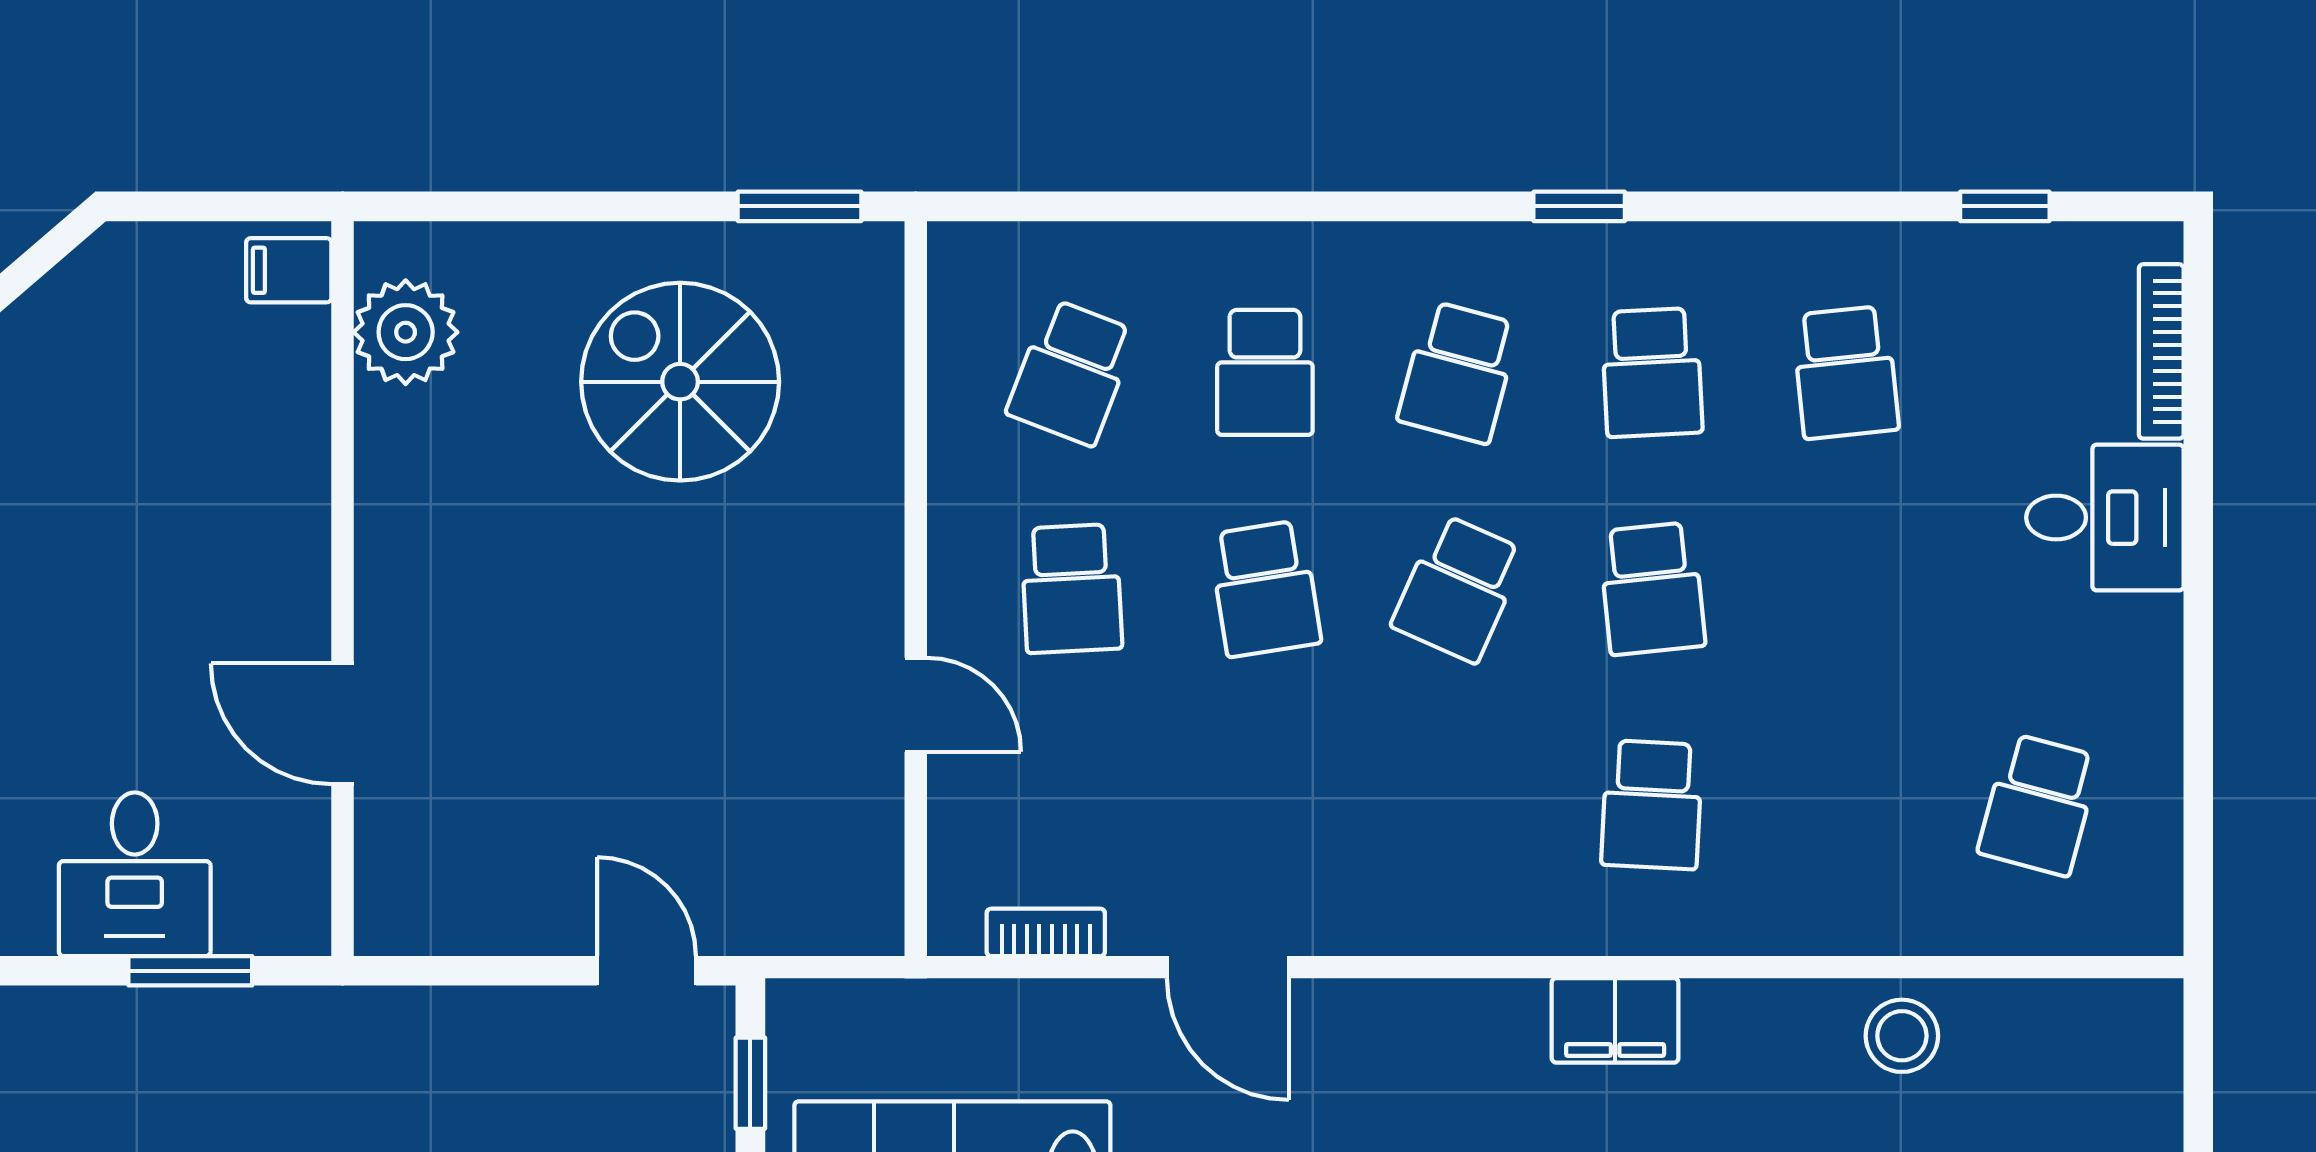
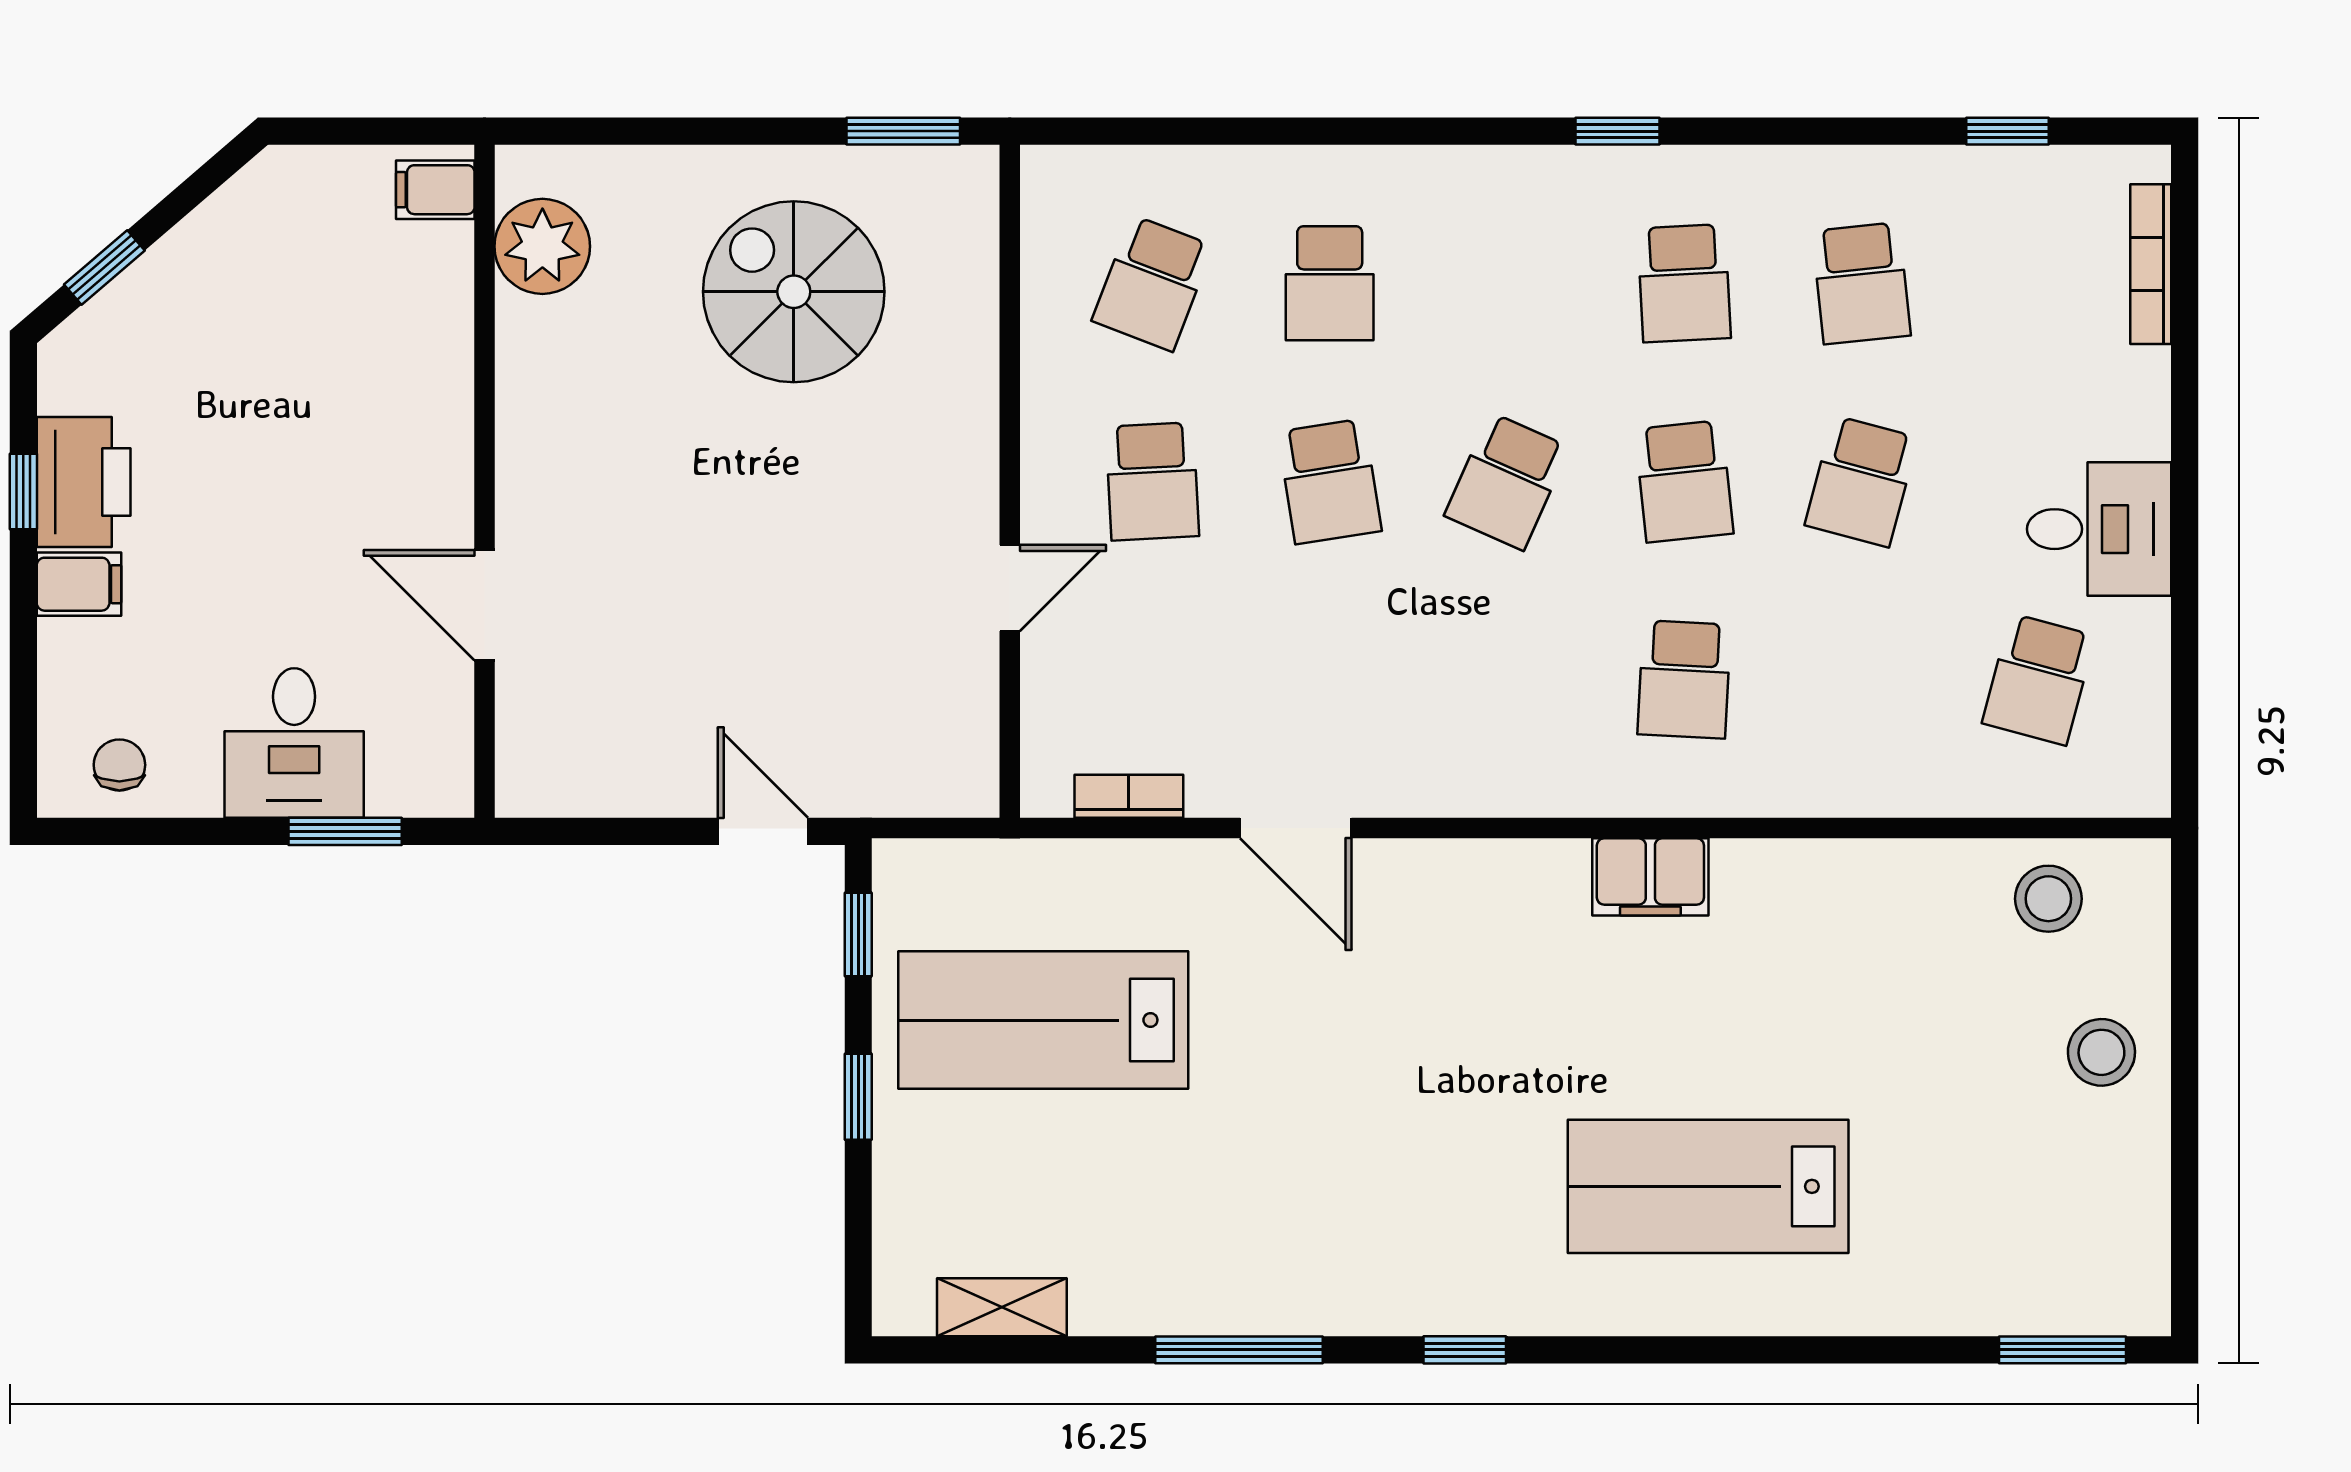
school desk: (1458, 372) -> (1861, 481), moved
desk: (2105, 518) -> (2099, 529), moved
door: (916, 705) -> (1010, 588), hinge flipped
stool: (1902, 1036) -> (2048, 899), moved

